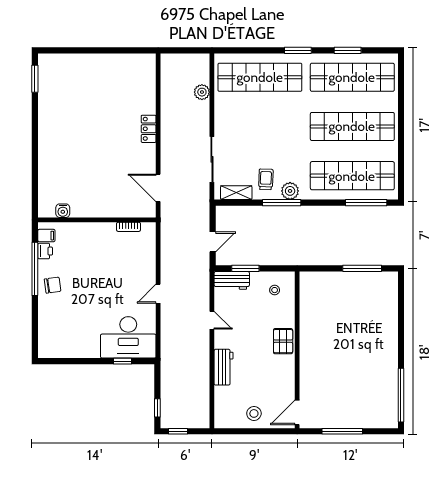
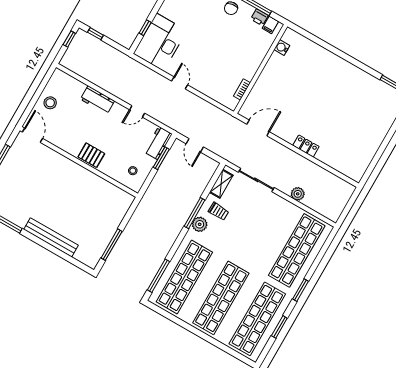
plant: (202, 92) -> (298, 194), moved
bench: (390, 334) -> (51, 237), added

